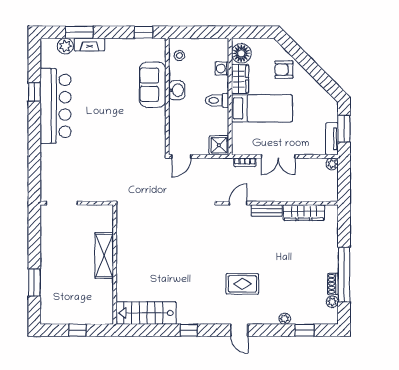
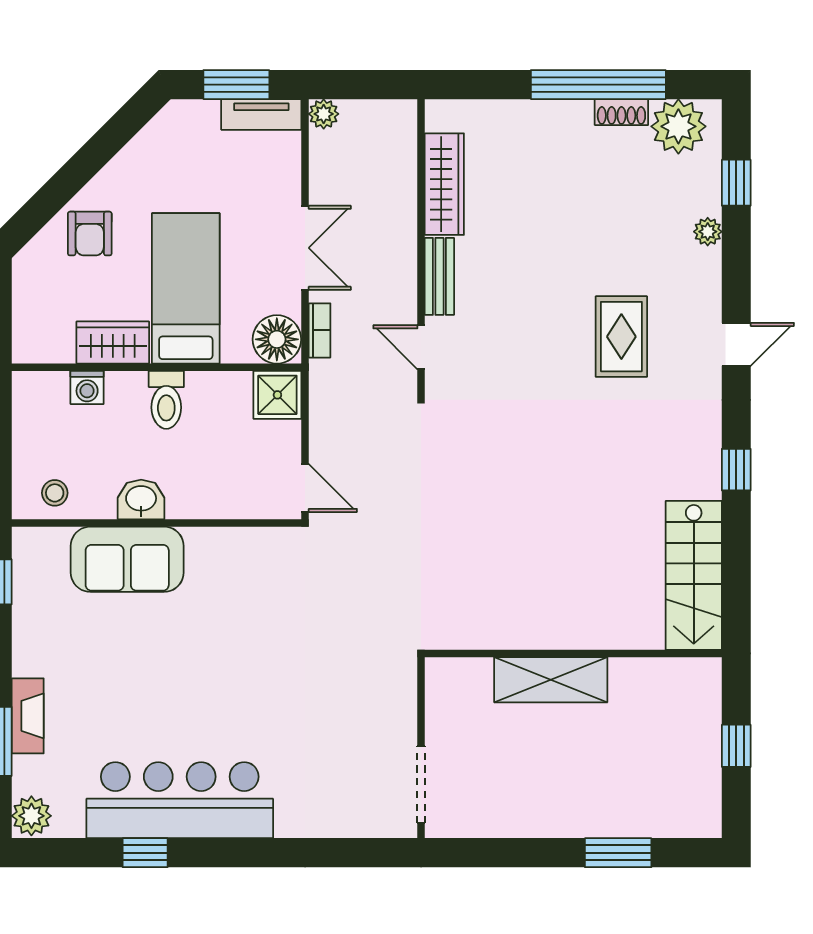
plant: (65, 46) -> (31, 816), moved
floor lamp: (241, 53) -> (277, 339), moved
plant: (332, 302) -> (678, 126), width x1.88, depth x1.88

